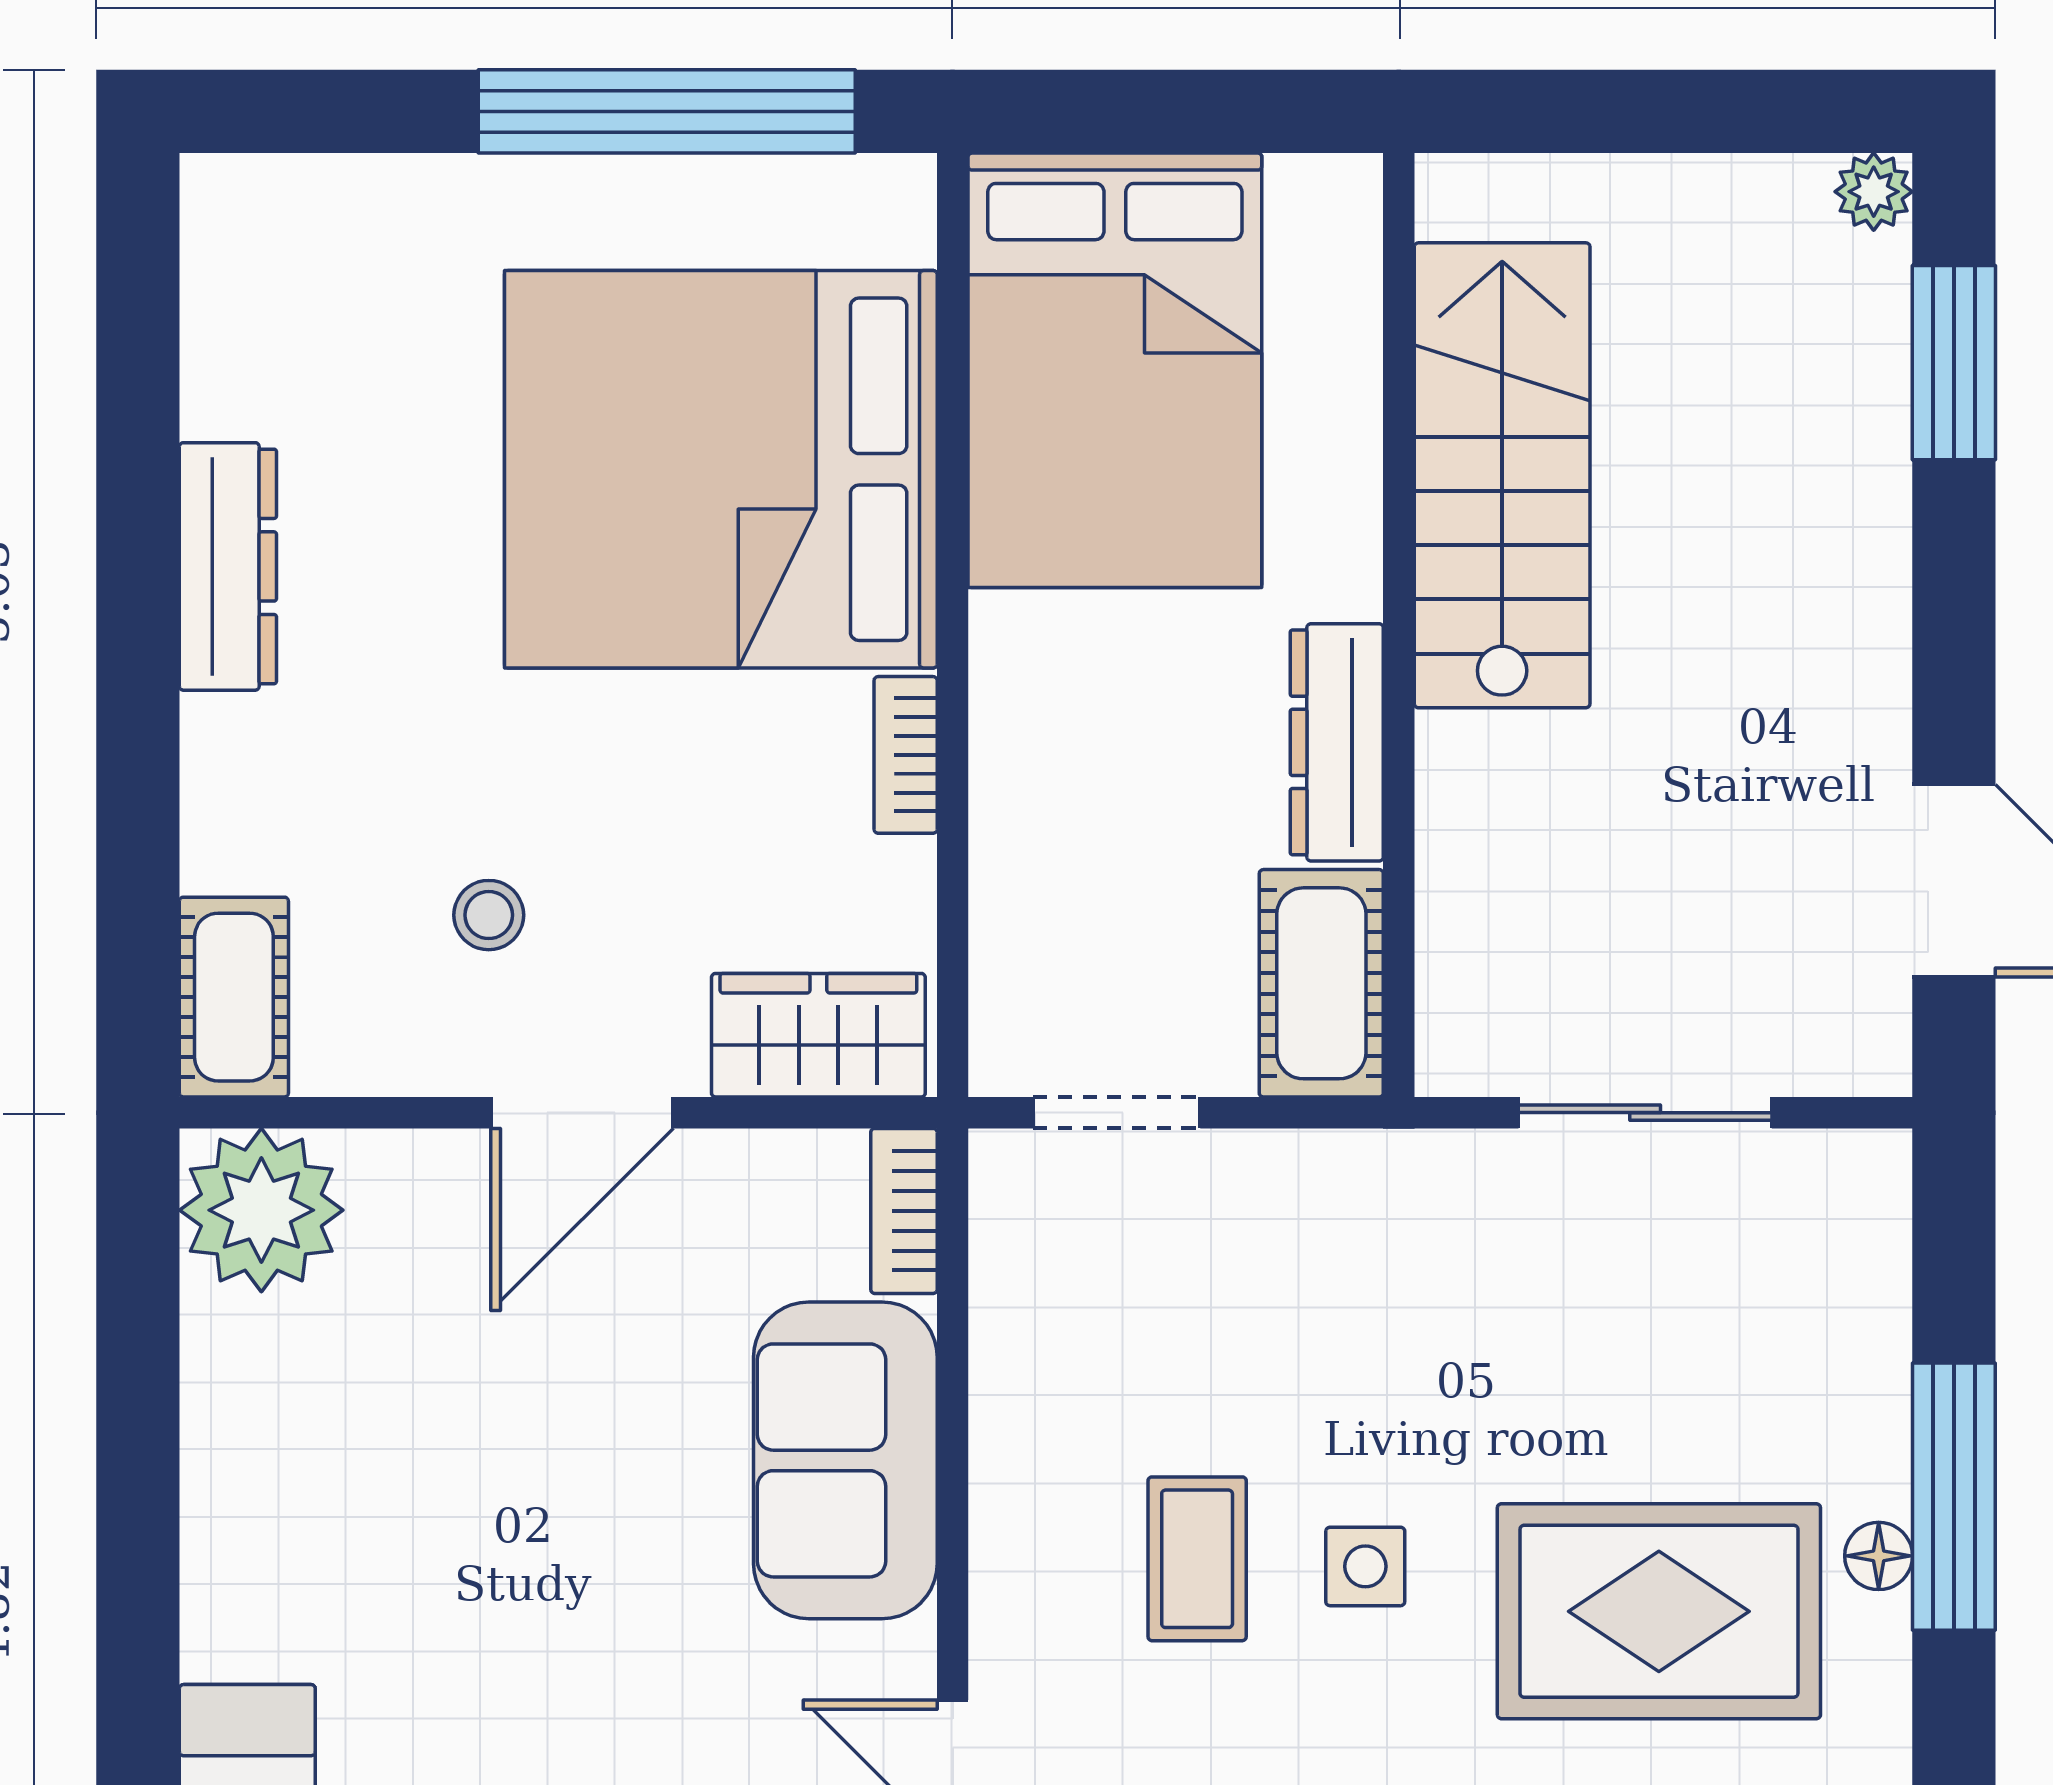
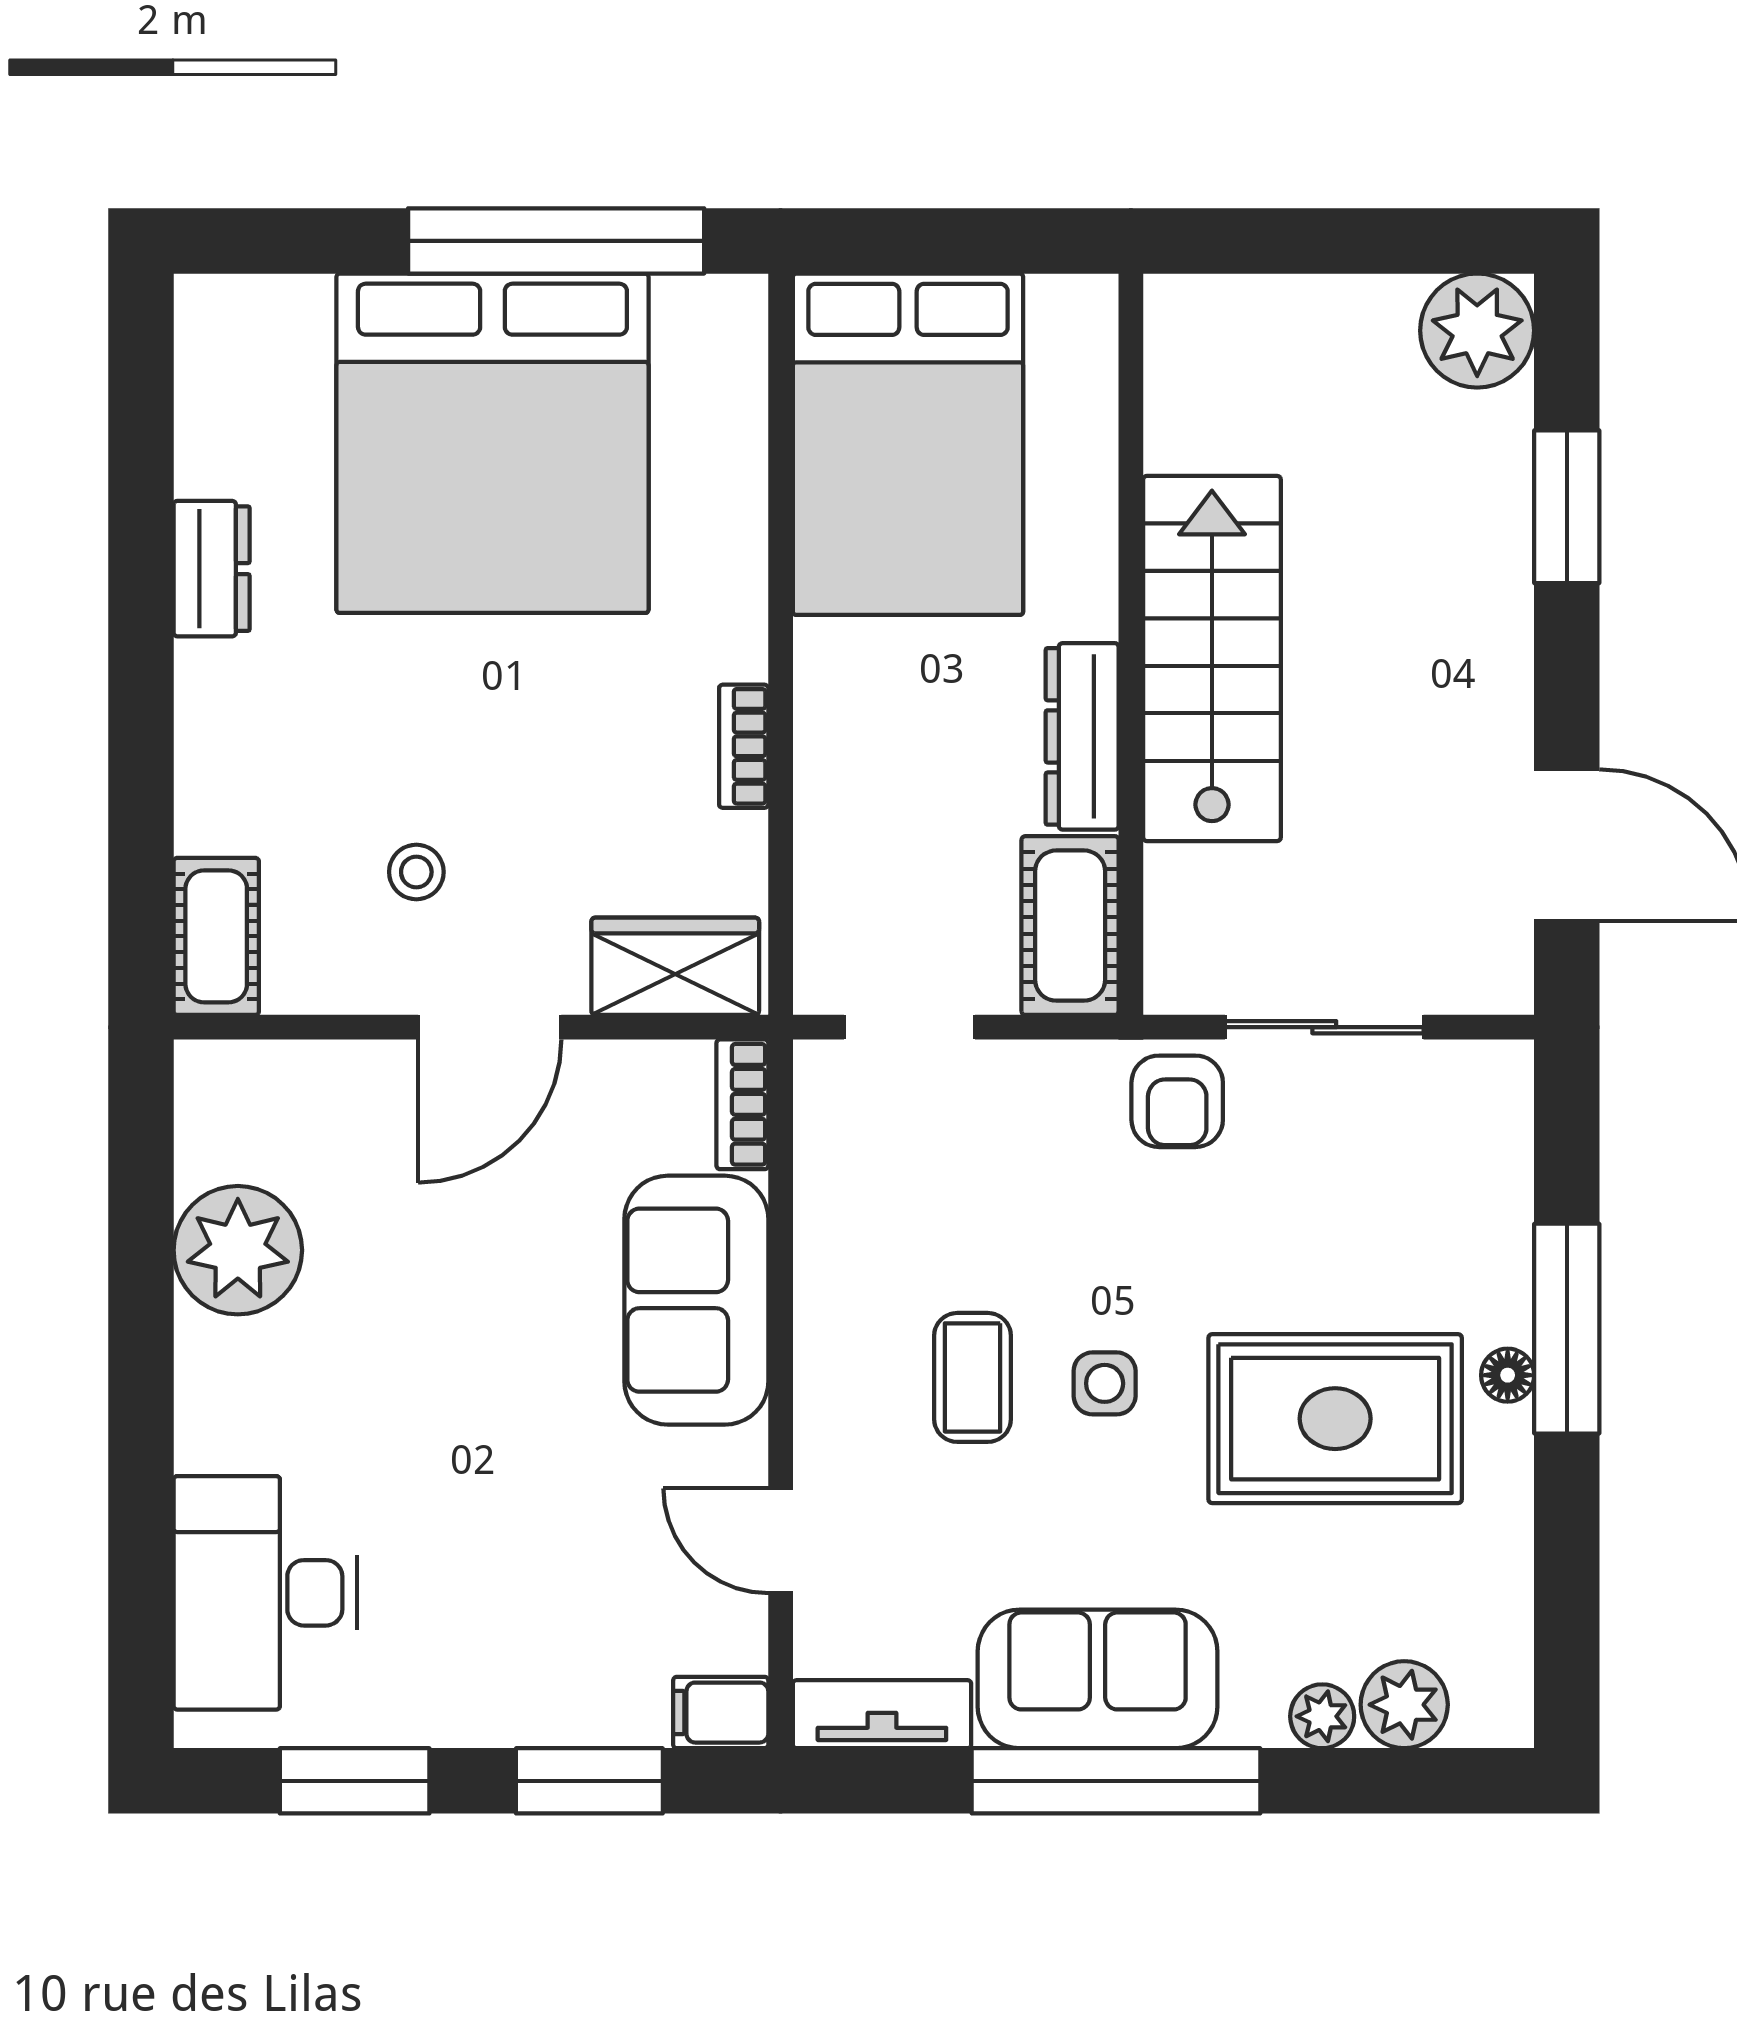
plant: (1874, 192) -> (1477, 331), width x1.88, depth x1.88
window: (1954, 363) -> (1567, 507), moved
bed: (721, 469) -> (492, 443), moved, turned -90
stairs: (1502, 475) -> (1212, 659), moved
dresser: (228, 566) -> (212, 569), width x0.70
armchair: (1458, 1207) -> (1177, 1101), added
plant: (261, 1210) -> (238, 1250), moved

